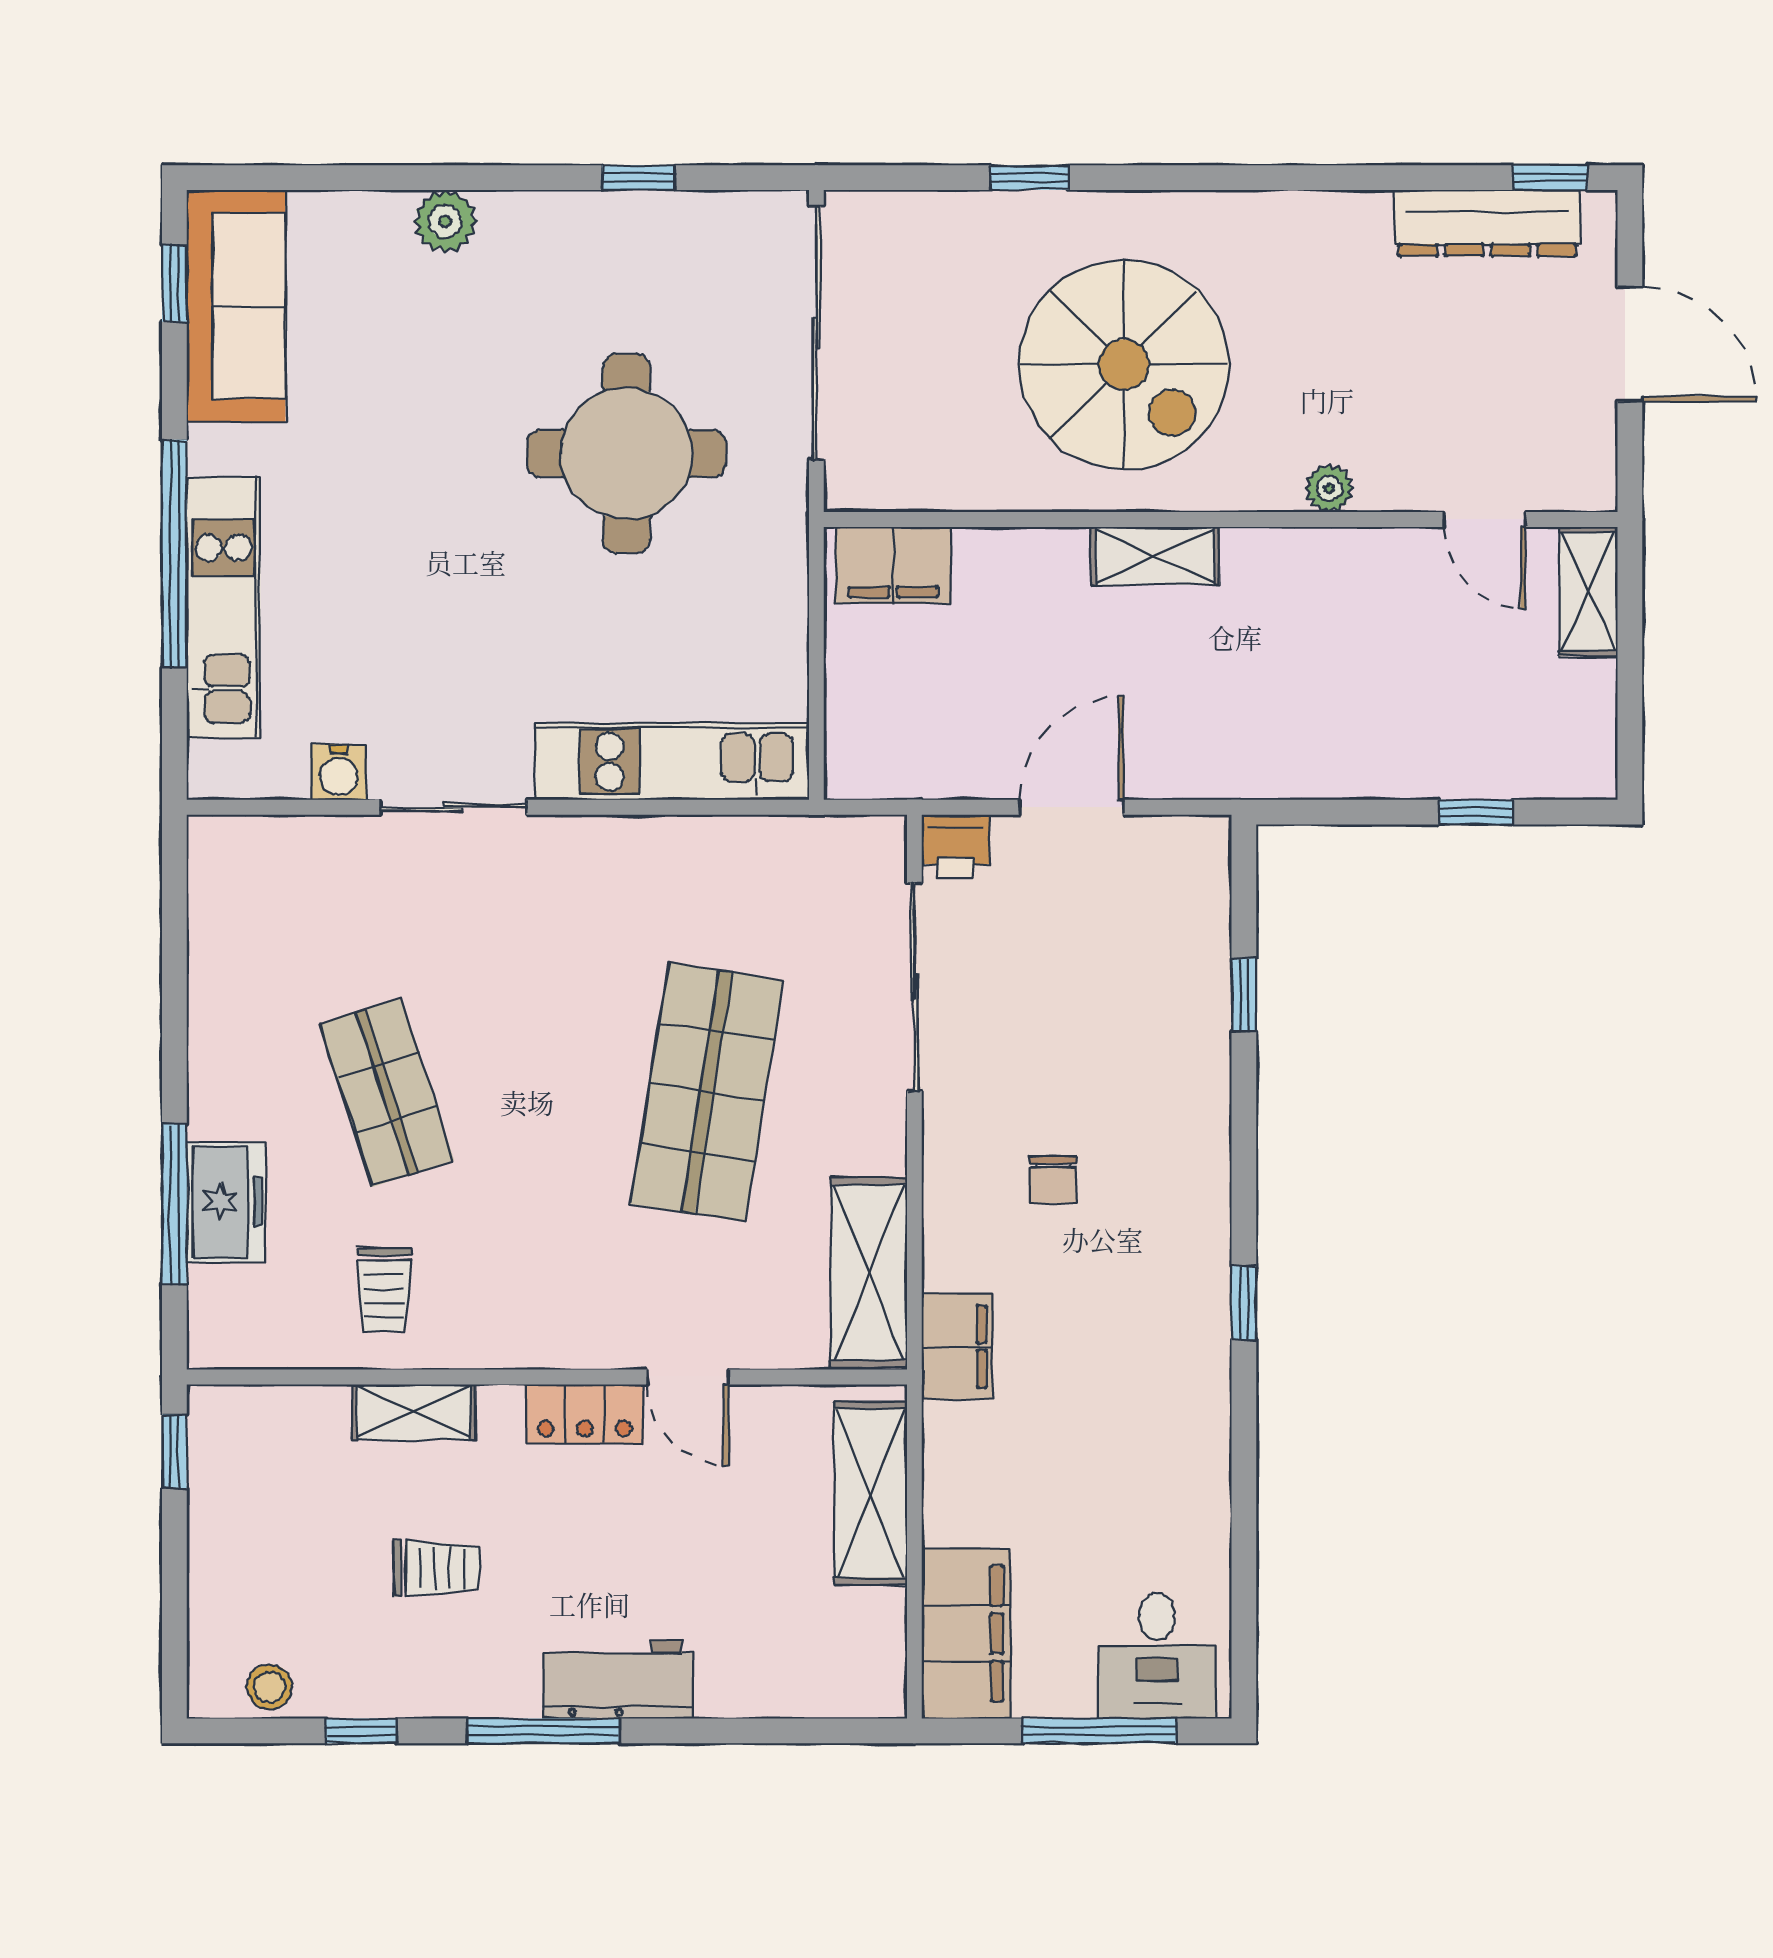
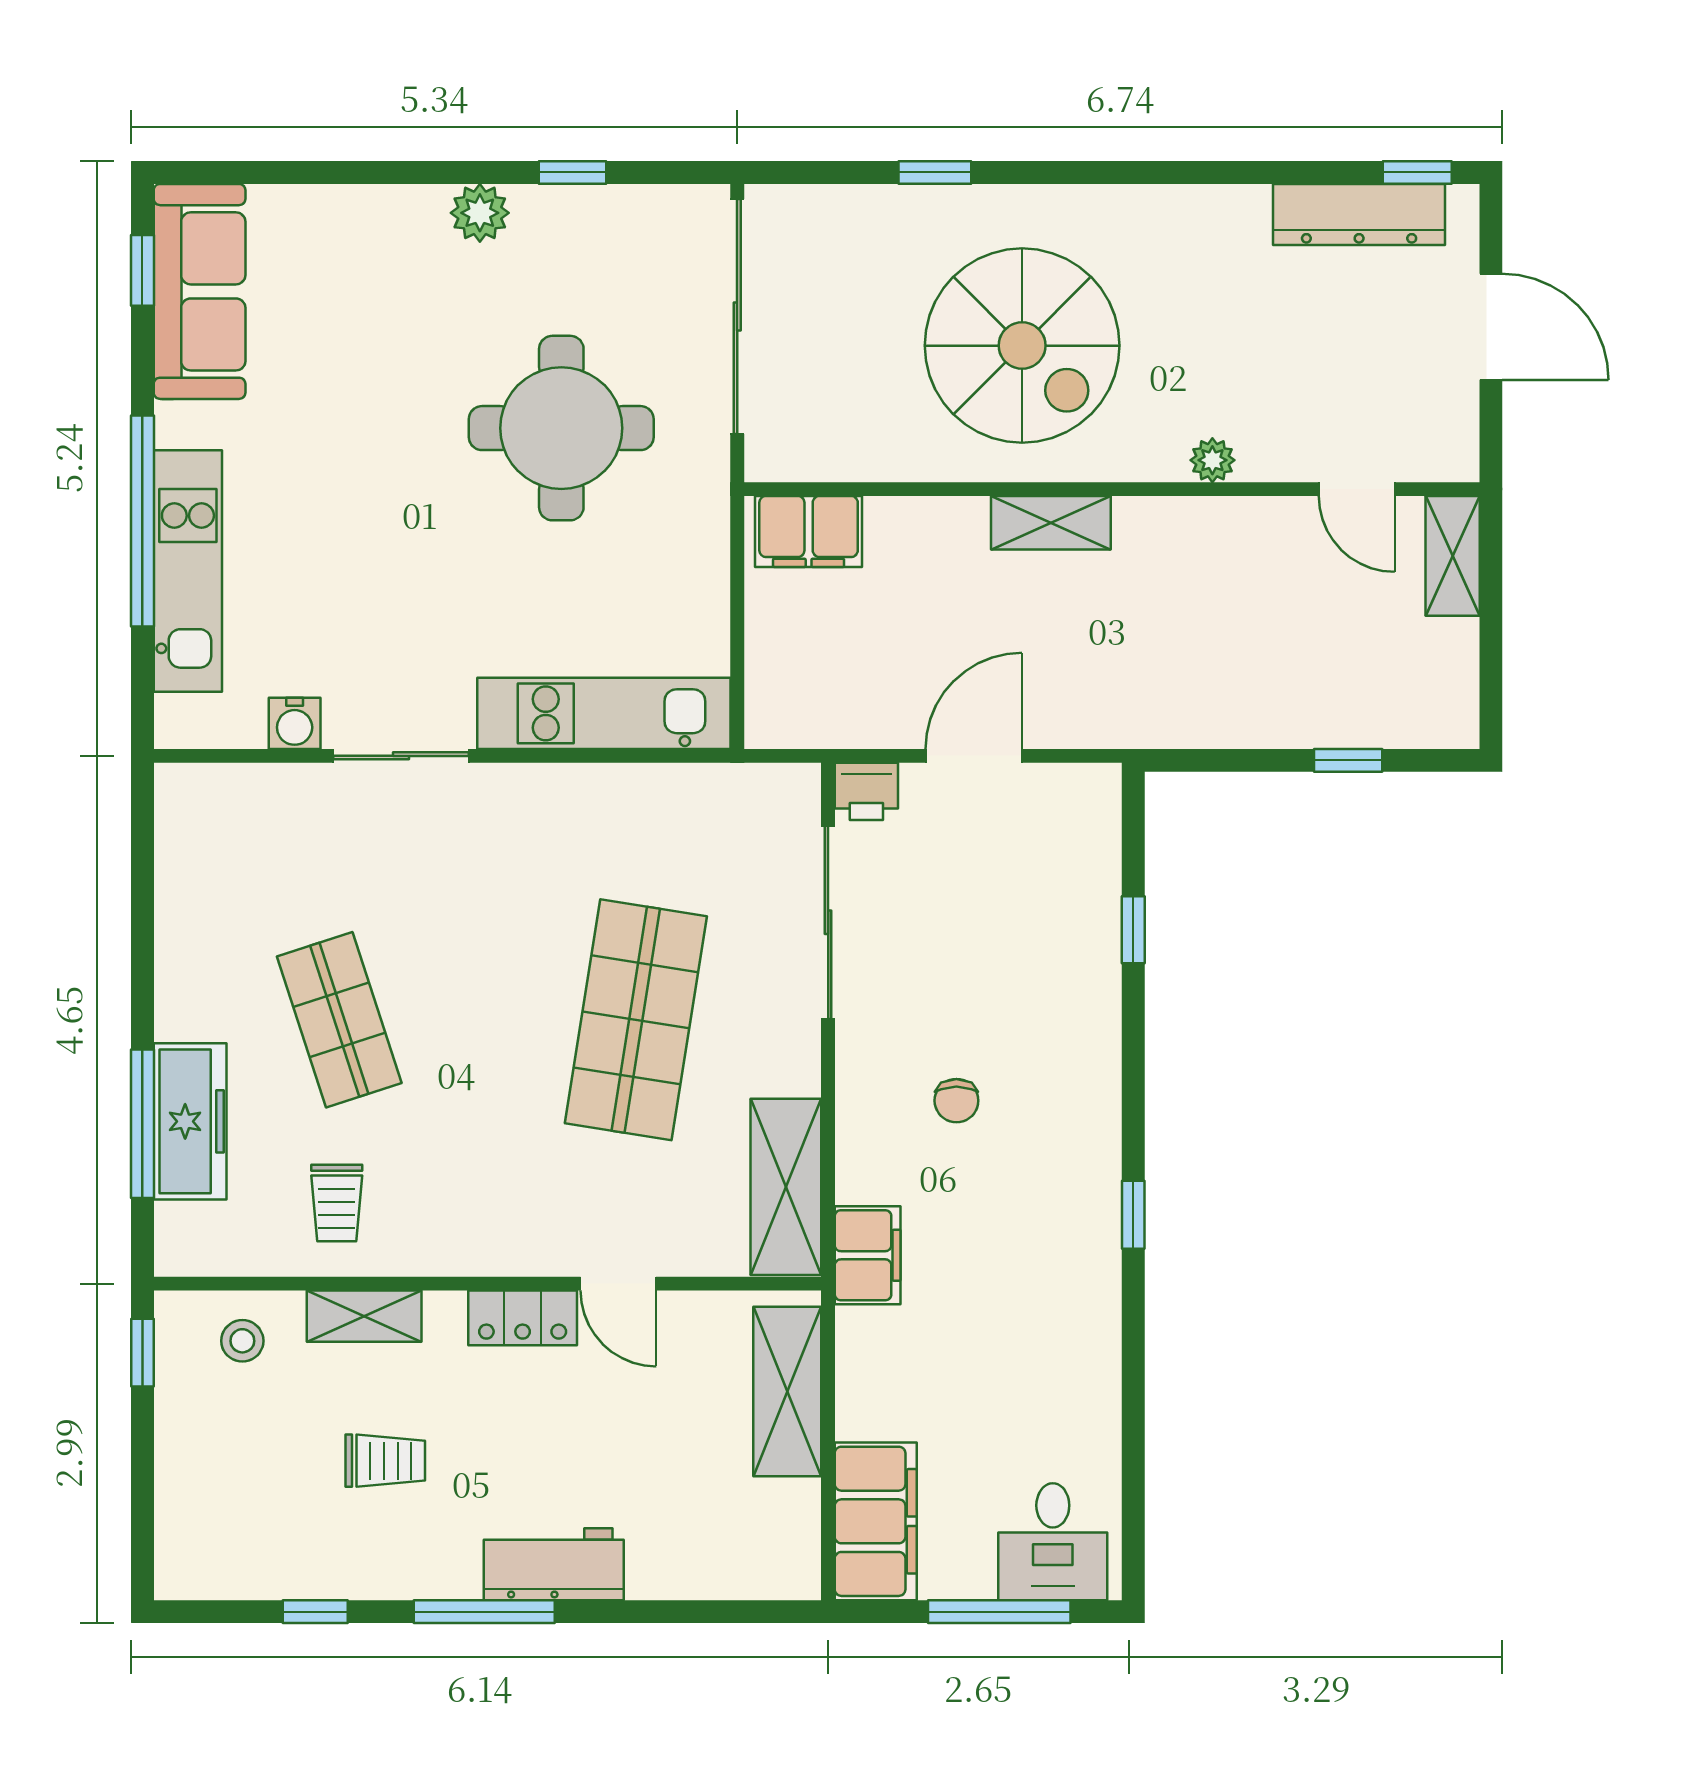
plant: (445, 221) -> (480, 213), moved
freezer: (226, 1202) -> (190, 1121), width x1.40
stool: (270, 1687) -> (242, 1341), moved

